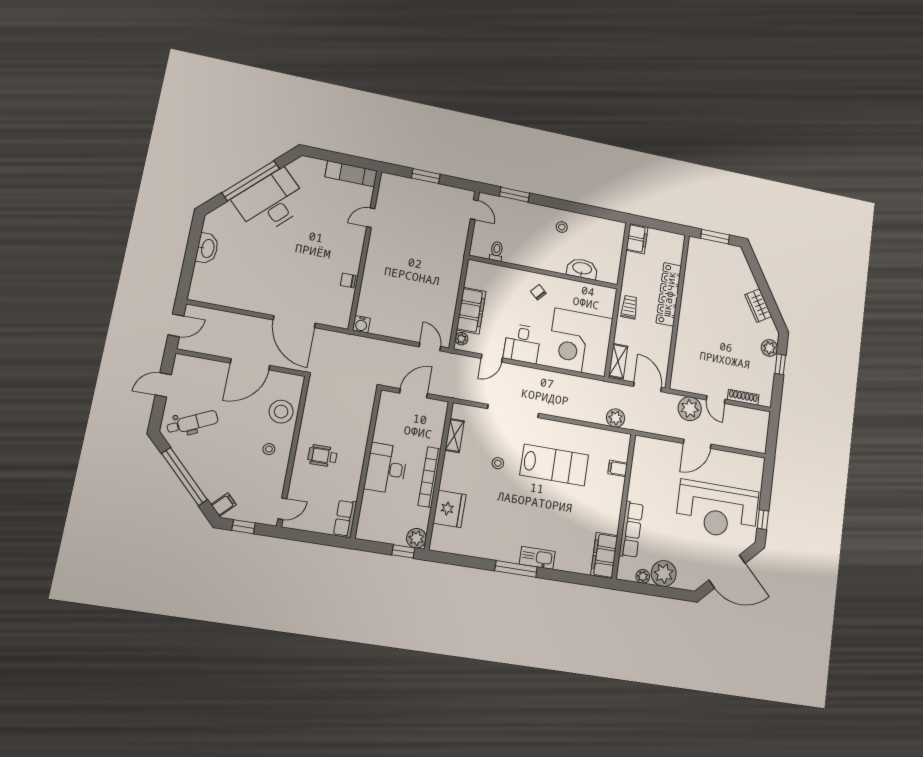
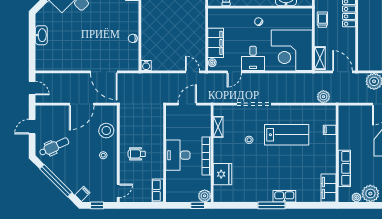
door: (176, 325) -> (32, 88), hinge flipped

